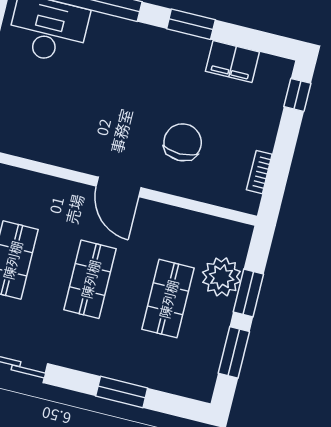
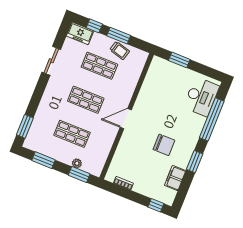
chair: (183, 142) -> (164, 145), moved
plant: (222, 277) -> (77, 163), width x0.53, depth x0.53
window: (248, 293) -> (79, 174), moved
window: (122, 392) -> (25, 126), moved

